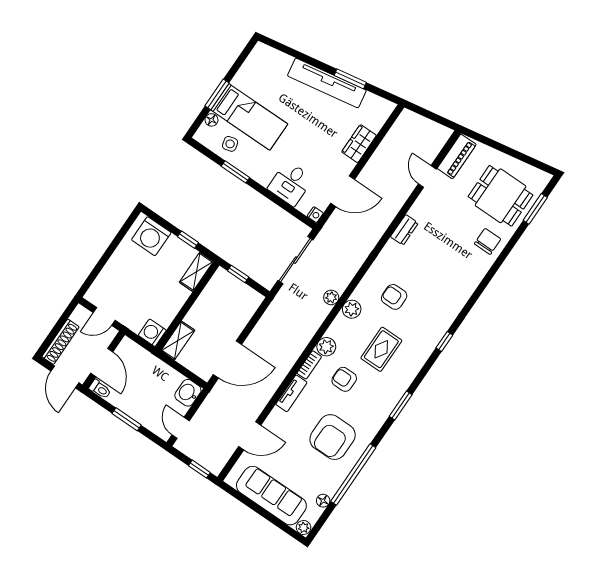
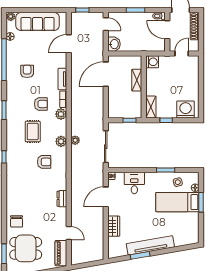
shelving: (178, 341) -> (137, 80), moved
armchair: (333, 437) -> (27, 71), width x0.53, depth x0.53

